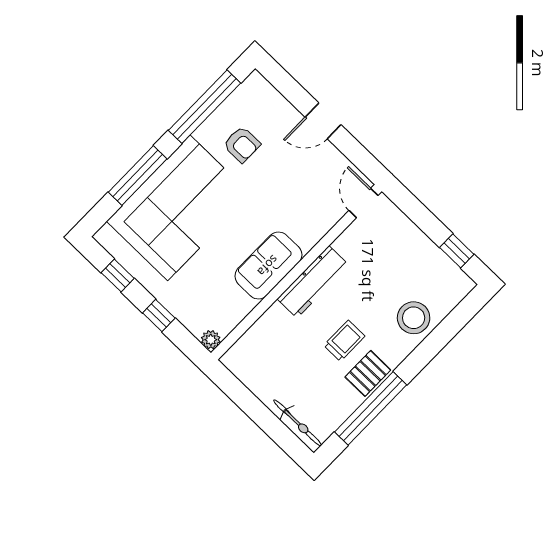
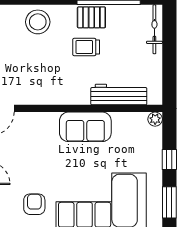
window: (118, 276) -> (169, 202), width x1.50
workbench: (313, 282) -> (119, 94), moved

